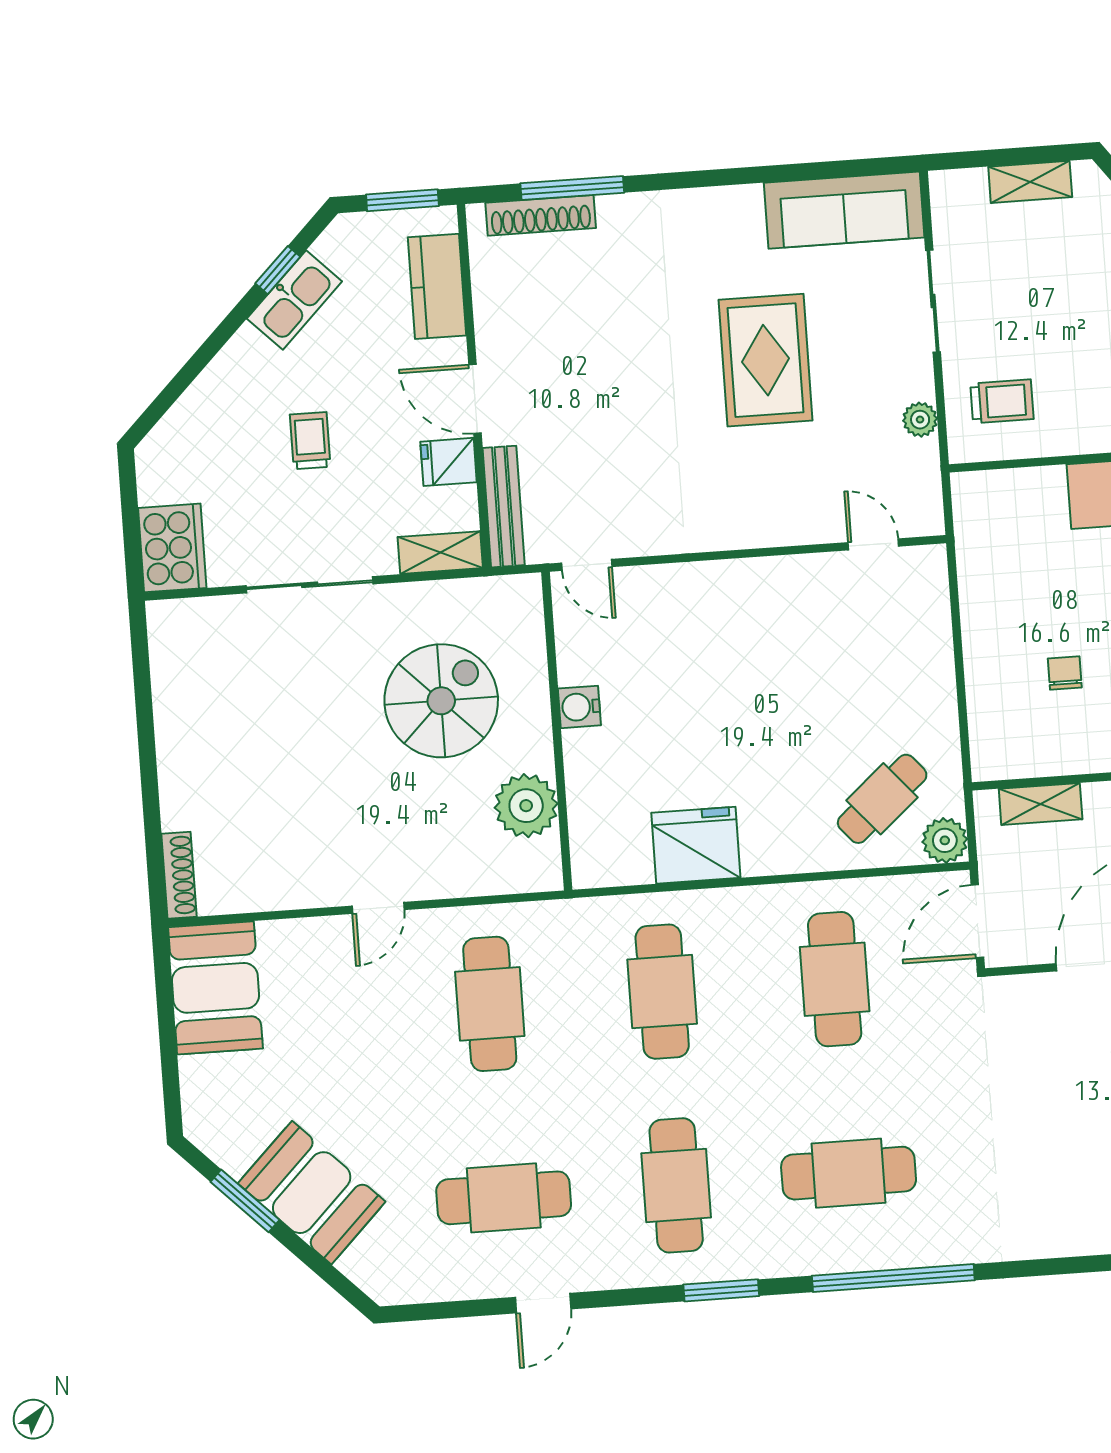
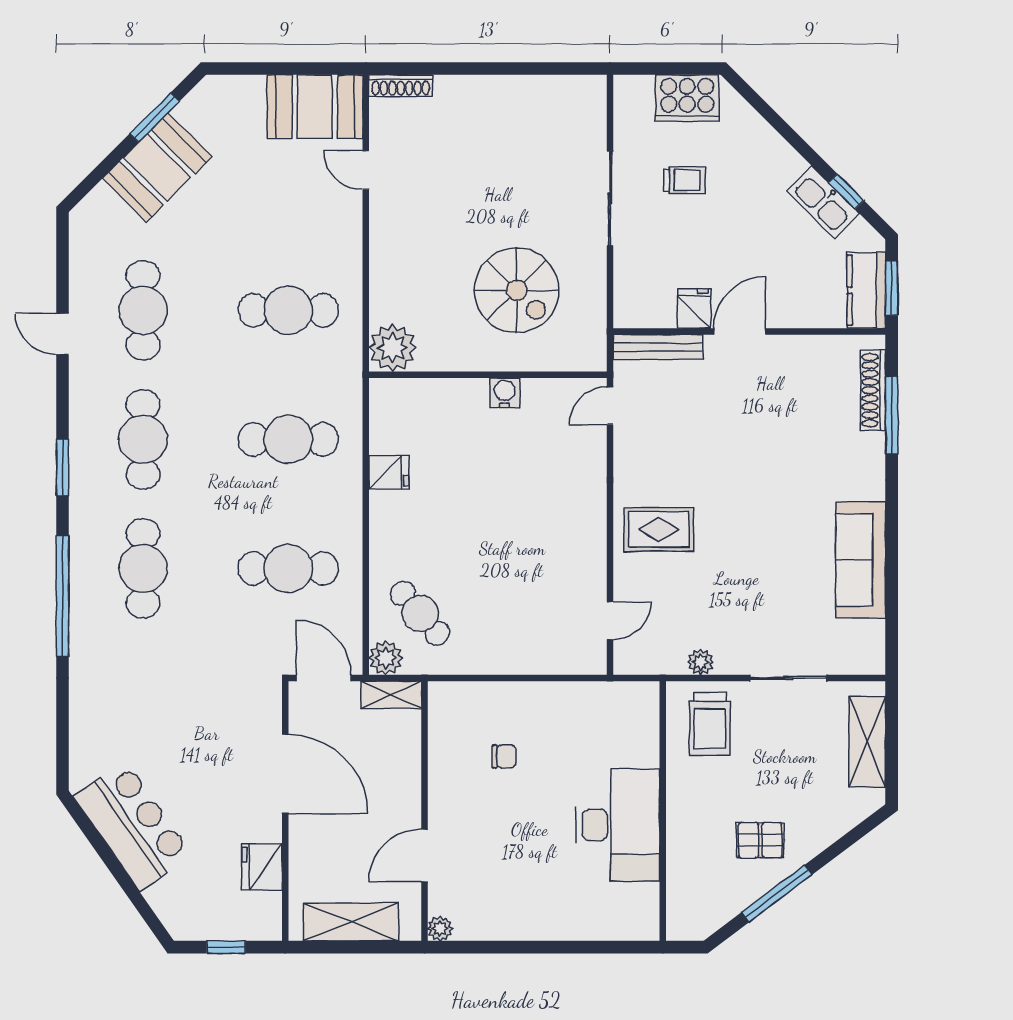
shelving: (1030, 182) -> (867, 742), width x1.50, depth x1.33
sofa: (844, 210) -> (861, 560), moved
kitchen counter: (437, 286) -> (866, 290), moved, turned -90
rug: (765, 360) -> (659, 529), moved, width x0.73, depth x0.70
trolley: (1002, 401) -> (710, 724), width x1.36, depth x1.39
trolley: (310, 441) -> (684, 180), moved
cooker: (172, 548) -> (687, 98), moved
shelving: (440, 553) -> (627, 297), removed
shelving: (1041, 804) -> (391, 695), moved, turned 90
plant: (526, 806) -> (393, 348), moved
fridge: (696, 845) -> (389, 472), width x0.53, depth x0.75
door: (378, 908) -> (366, 170), moved
cafe table: (676, 1185) -> (143, 439), turned 90

